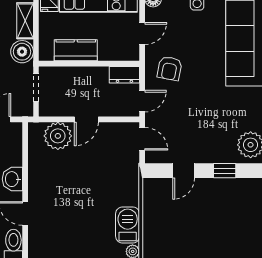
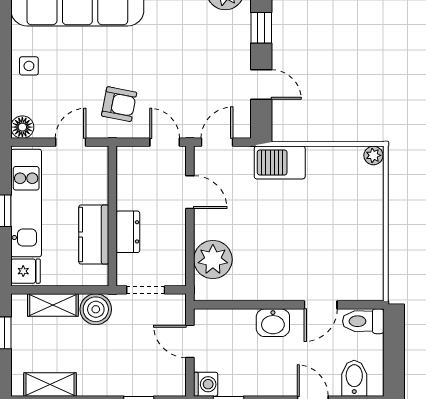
door: (142, 34) -> (71, 142), hinge flipped
dresser: (124, 75) -> (128, 232), moved
door: (86, 119) -> (190, 192), moved
barbecue: (128, 225) -> (280, 162), moved

